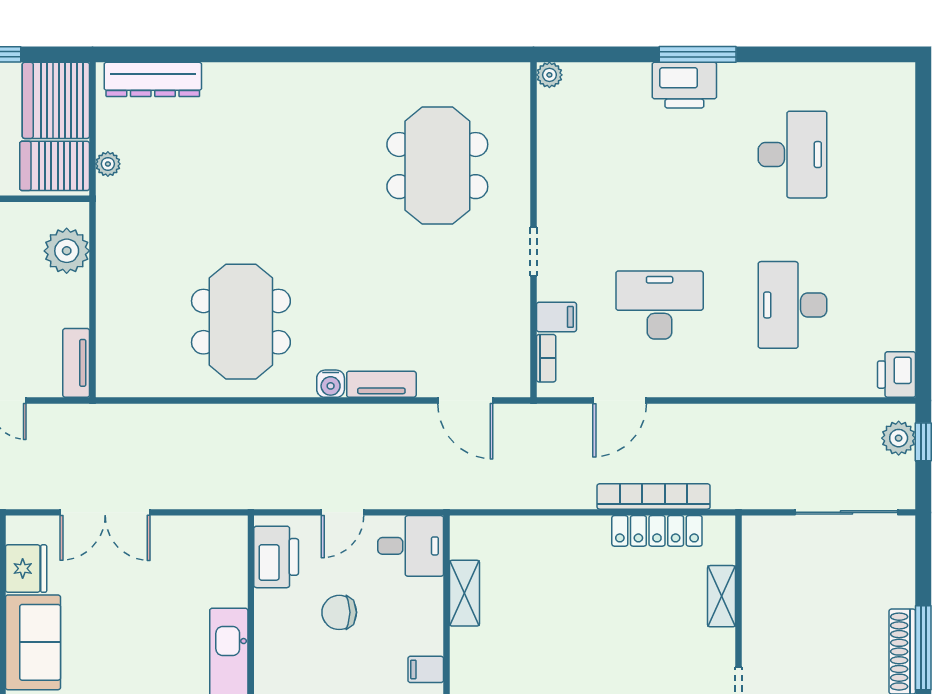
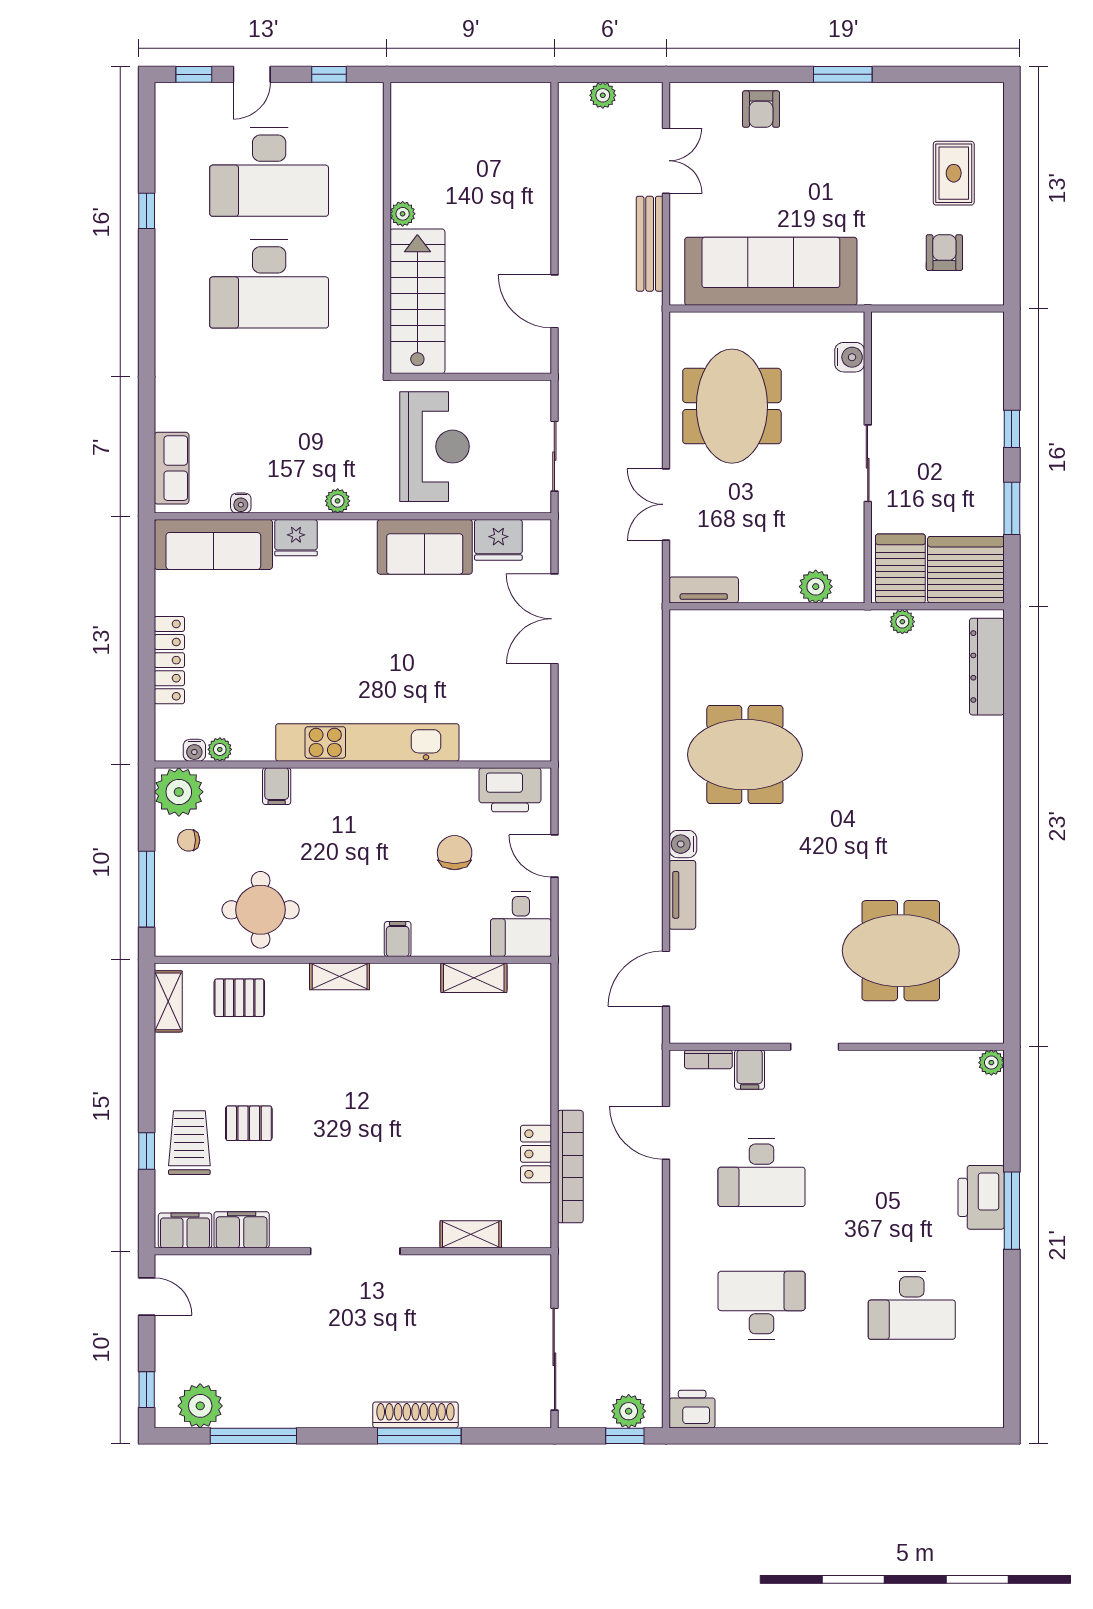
plant: (67, 251) -> (816, 587), width x0.73, depth x0.73
desk: (660, 305) -> (762, 1173), turned 90
locker: (657, 531) -> (536, 1154), width x0.66

